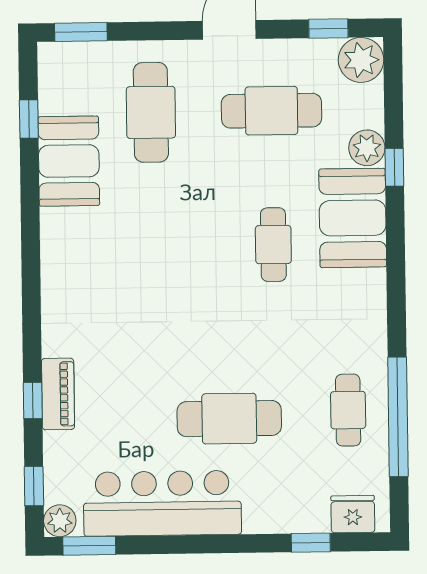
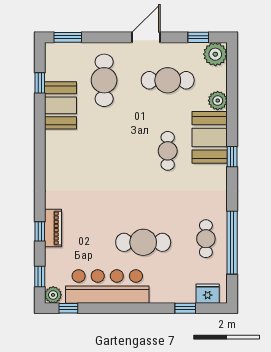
window: (394, 167) -> (232, 157), moved
window: (89, 546) -> (68, 308), width x0.67

